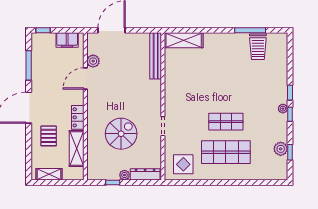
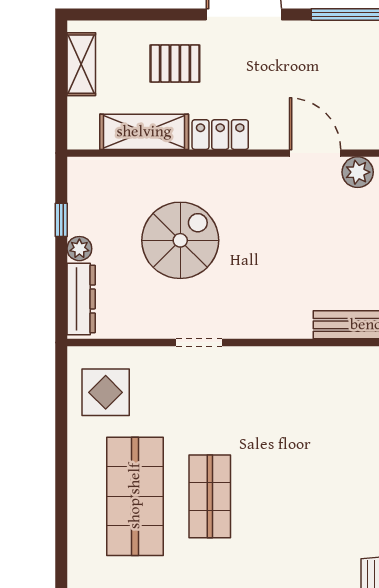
spiral stairs: (121, 134) -> (180, 240), turned -90

